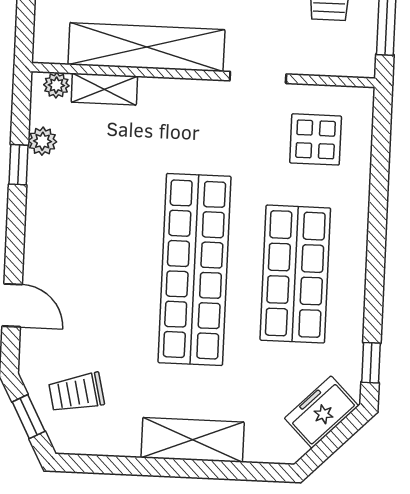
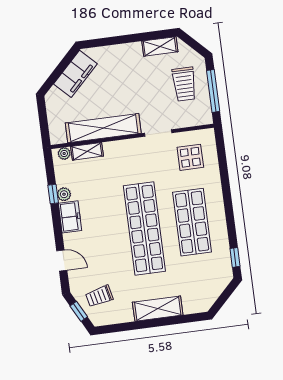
plant: (42, 141) -> (64, 194), moved
freezer: (322, 412) -> (70, 217), moved, turned 135

